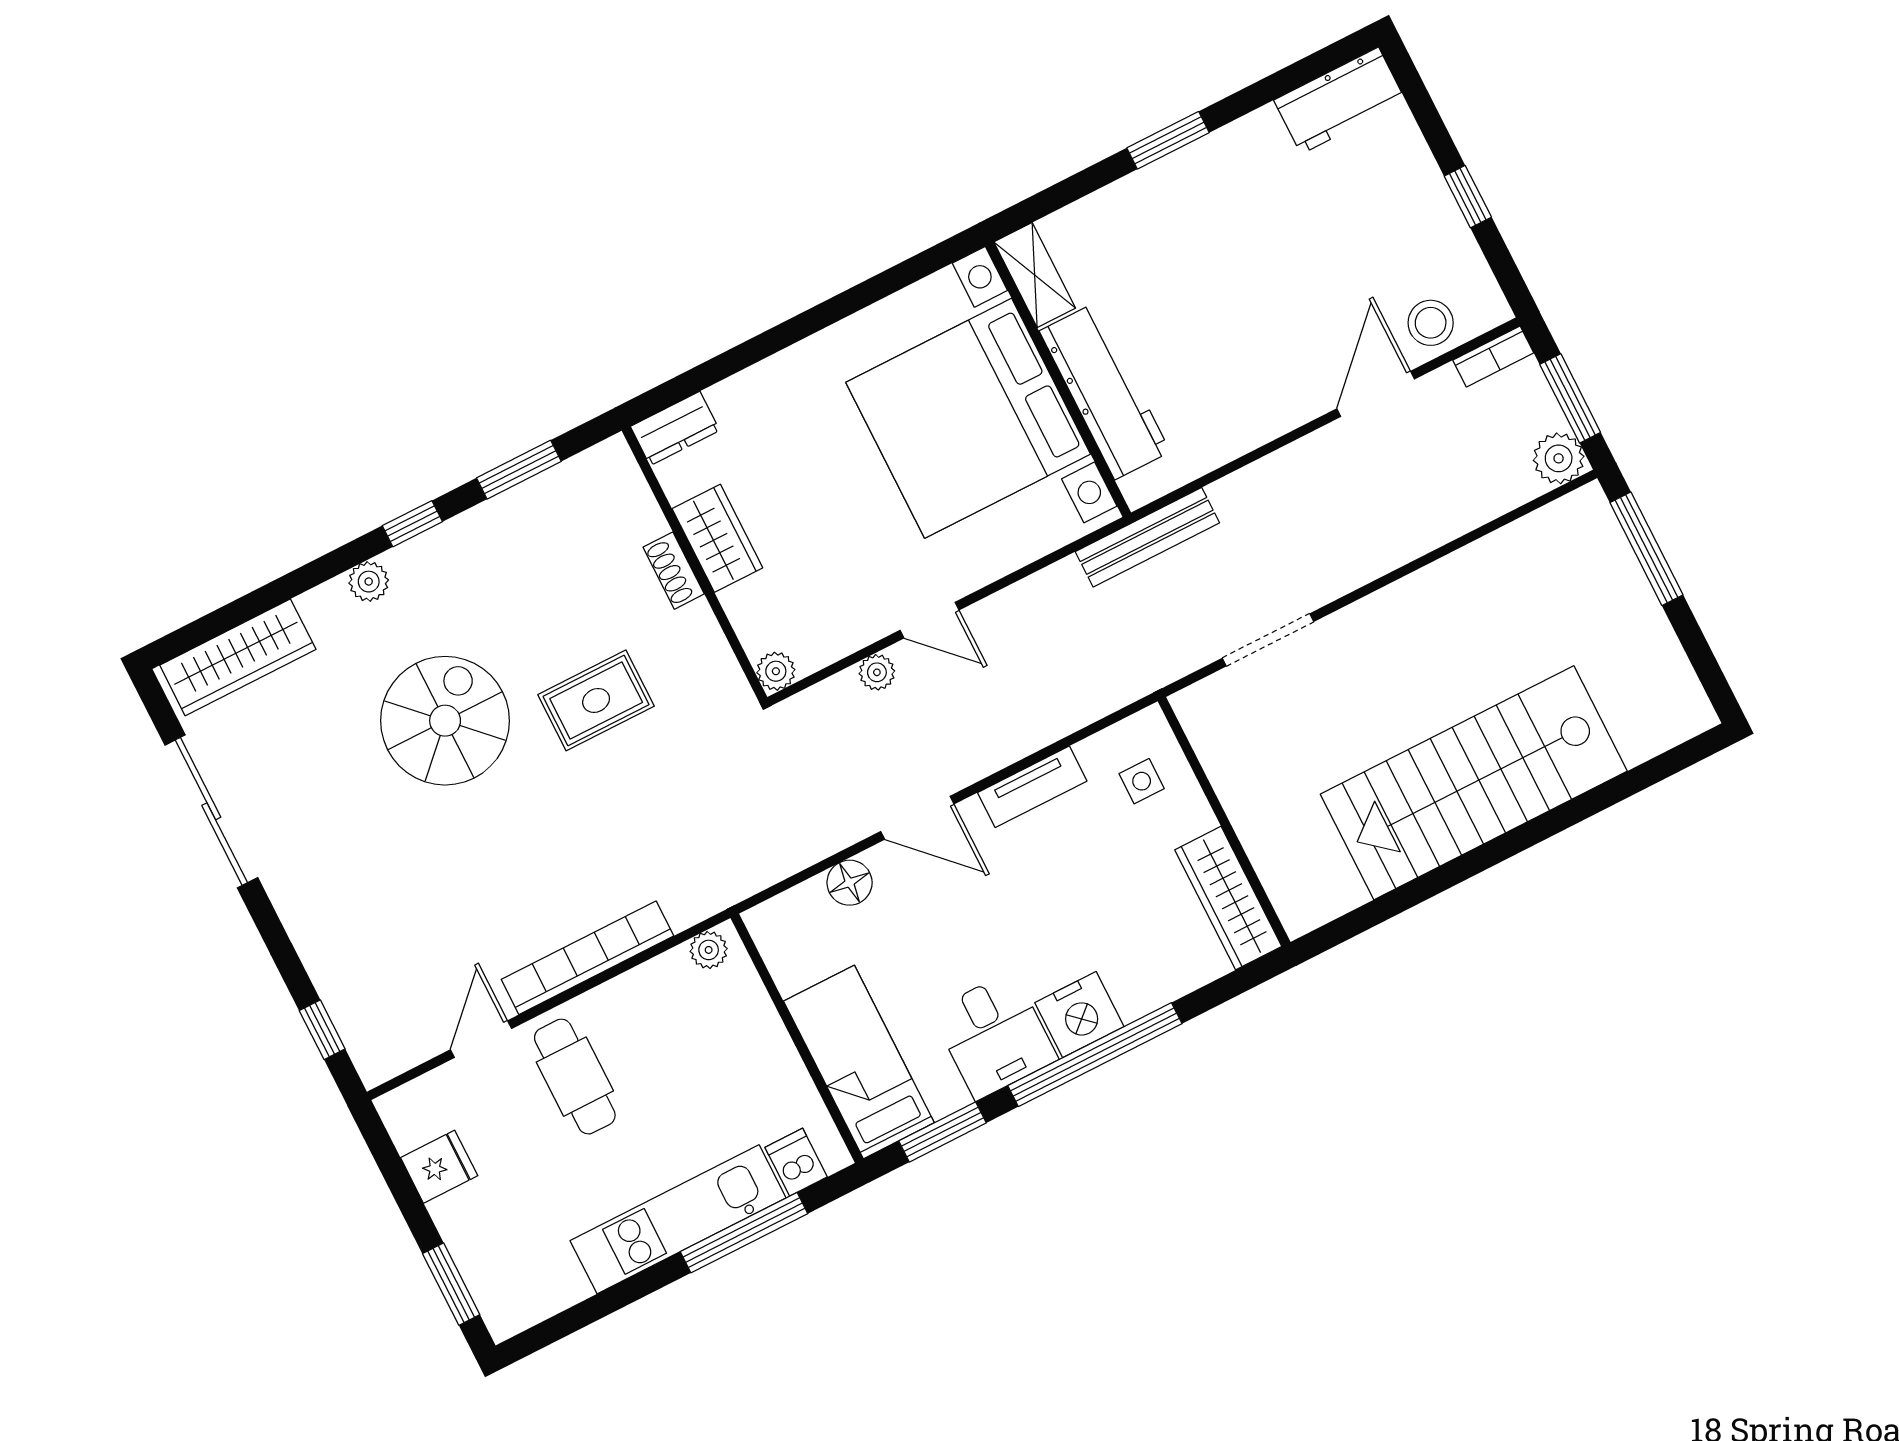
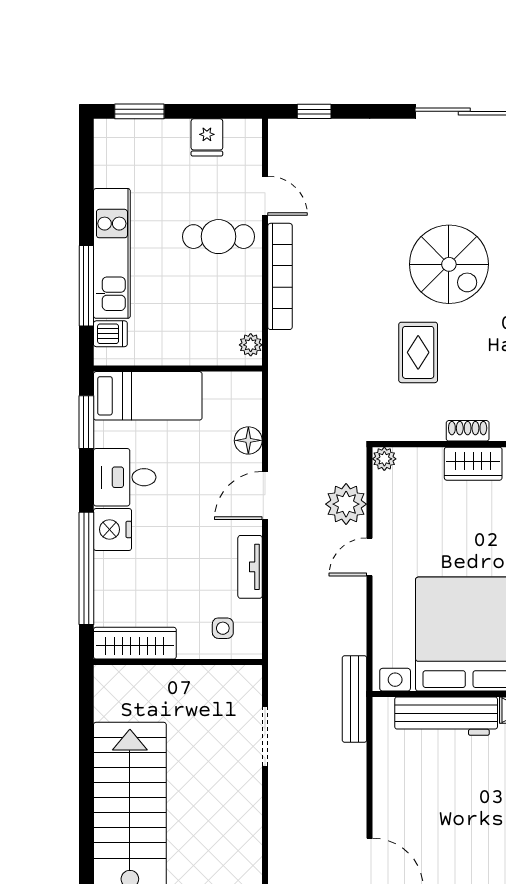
plant: (877, 672) -> (346, 504), width x1.88, depth x1.88
window: (1095, 1055) -> (86, 568), moved

